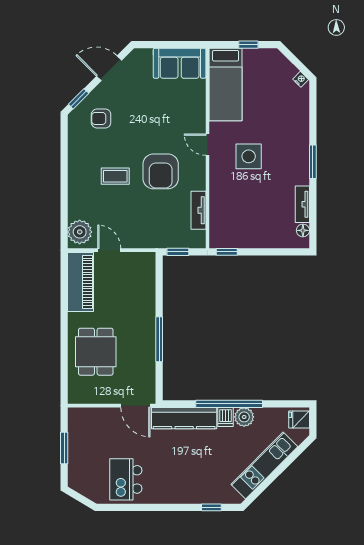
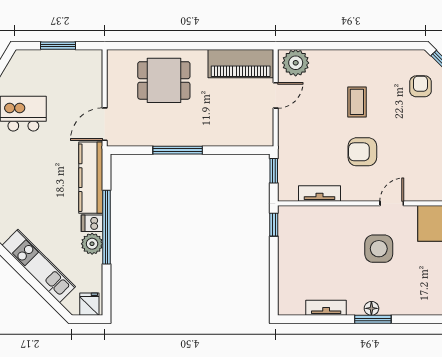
armchair: (161, 171) -> (362, 152), width x0.73, depth x0.73
floor lamp: (303, 230) -> (371, 308), moved

